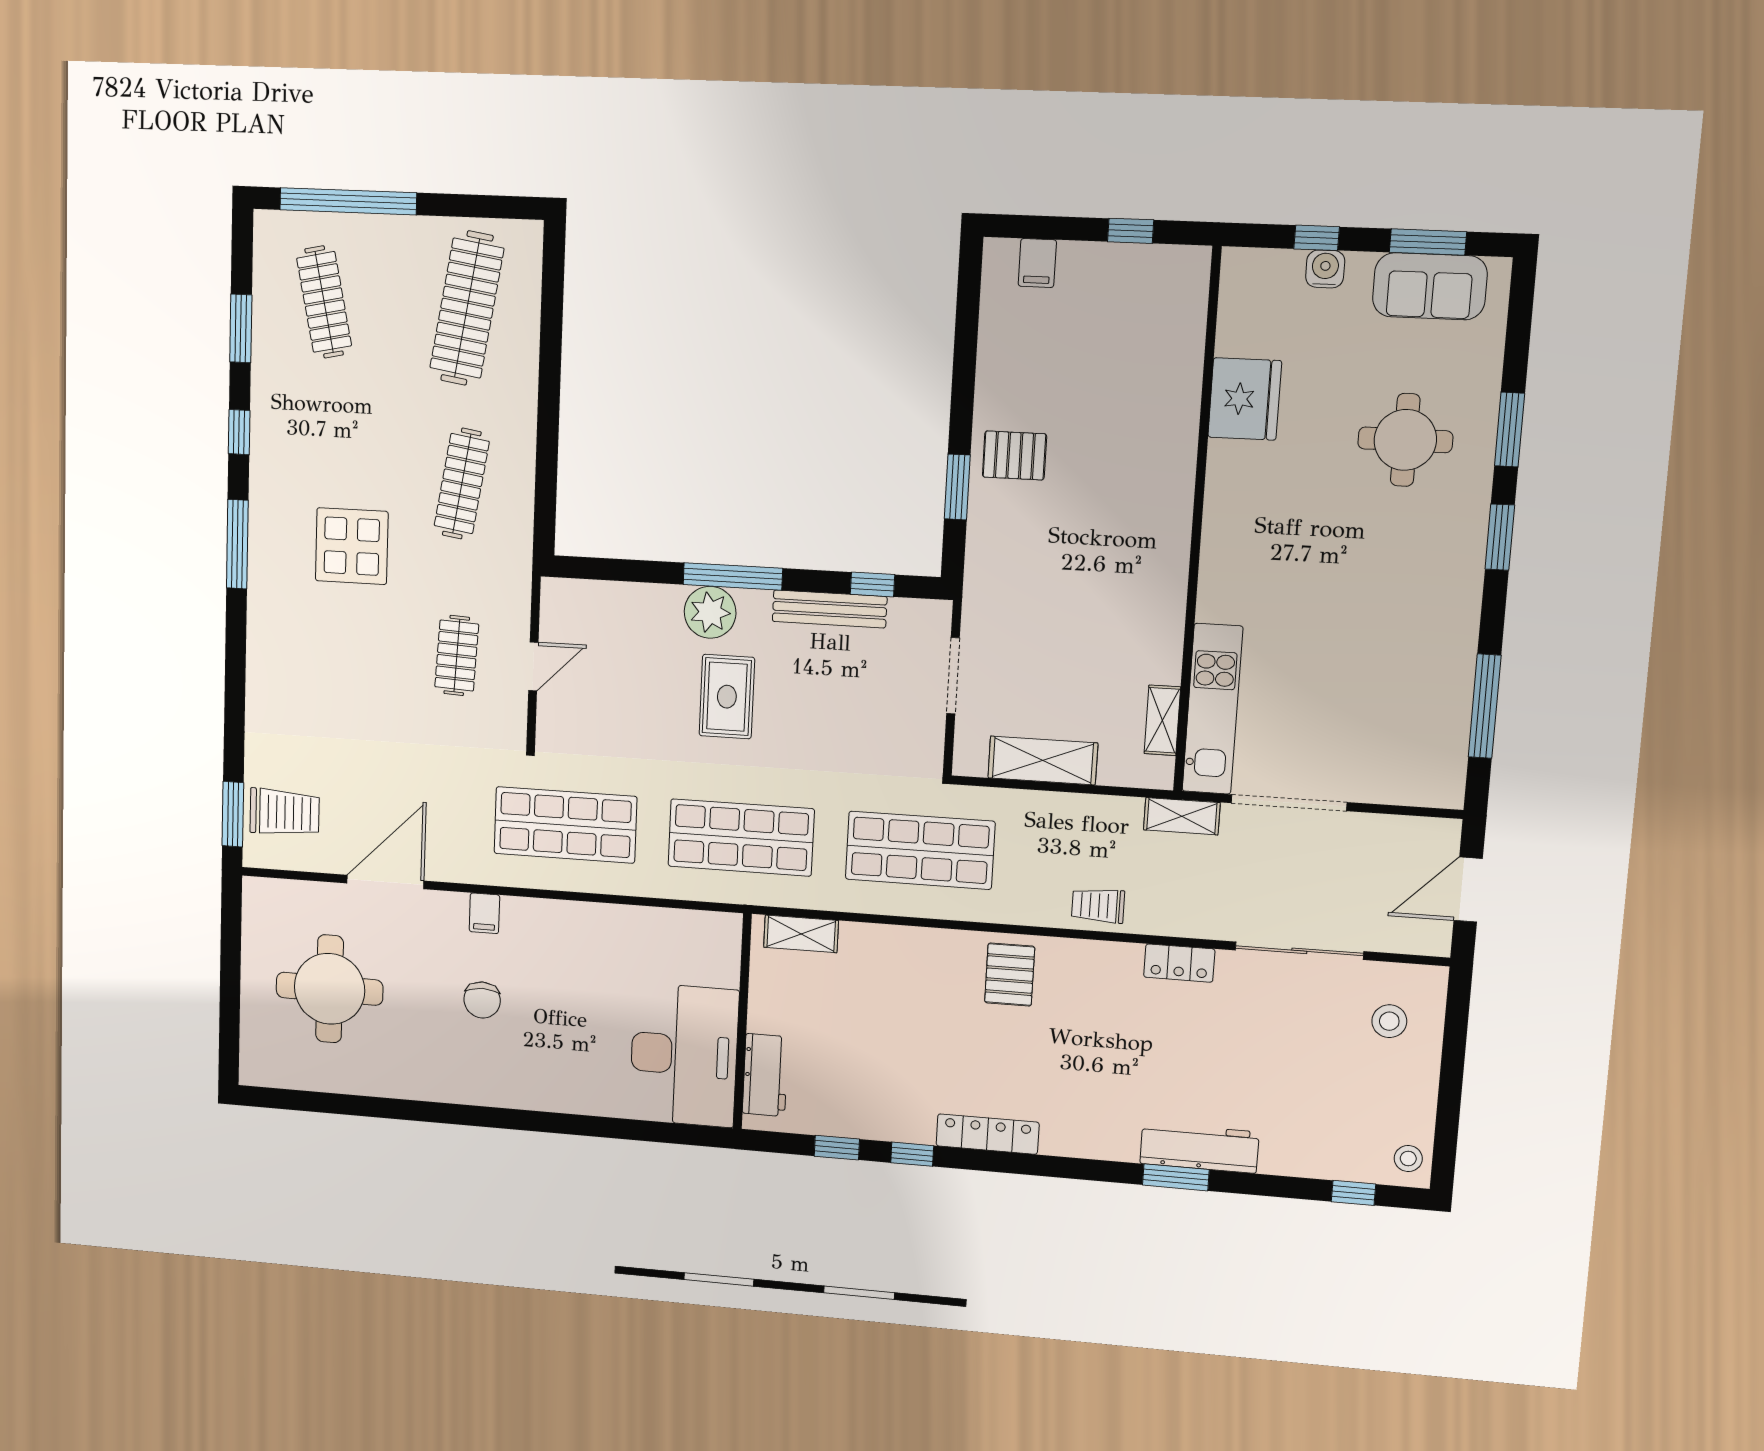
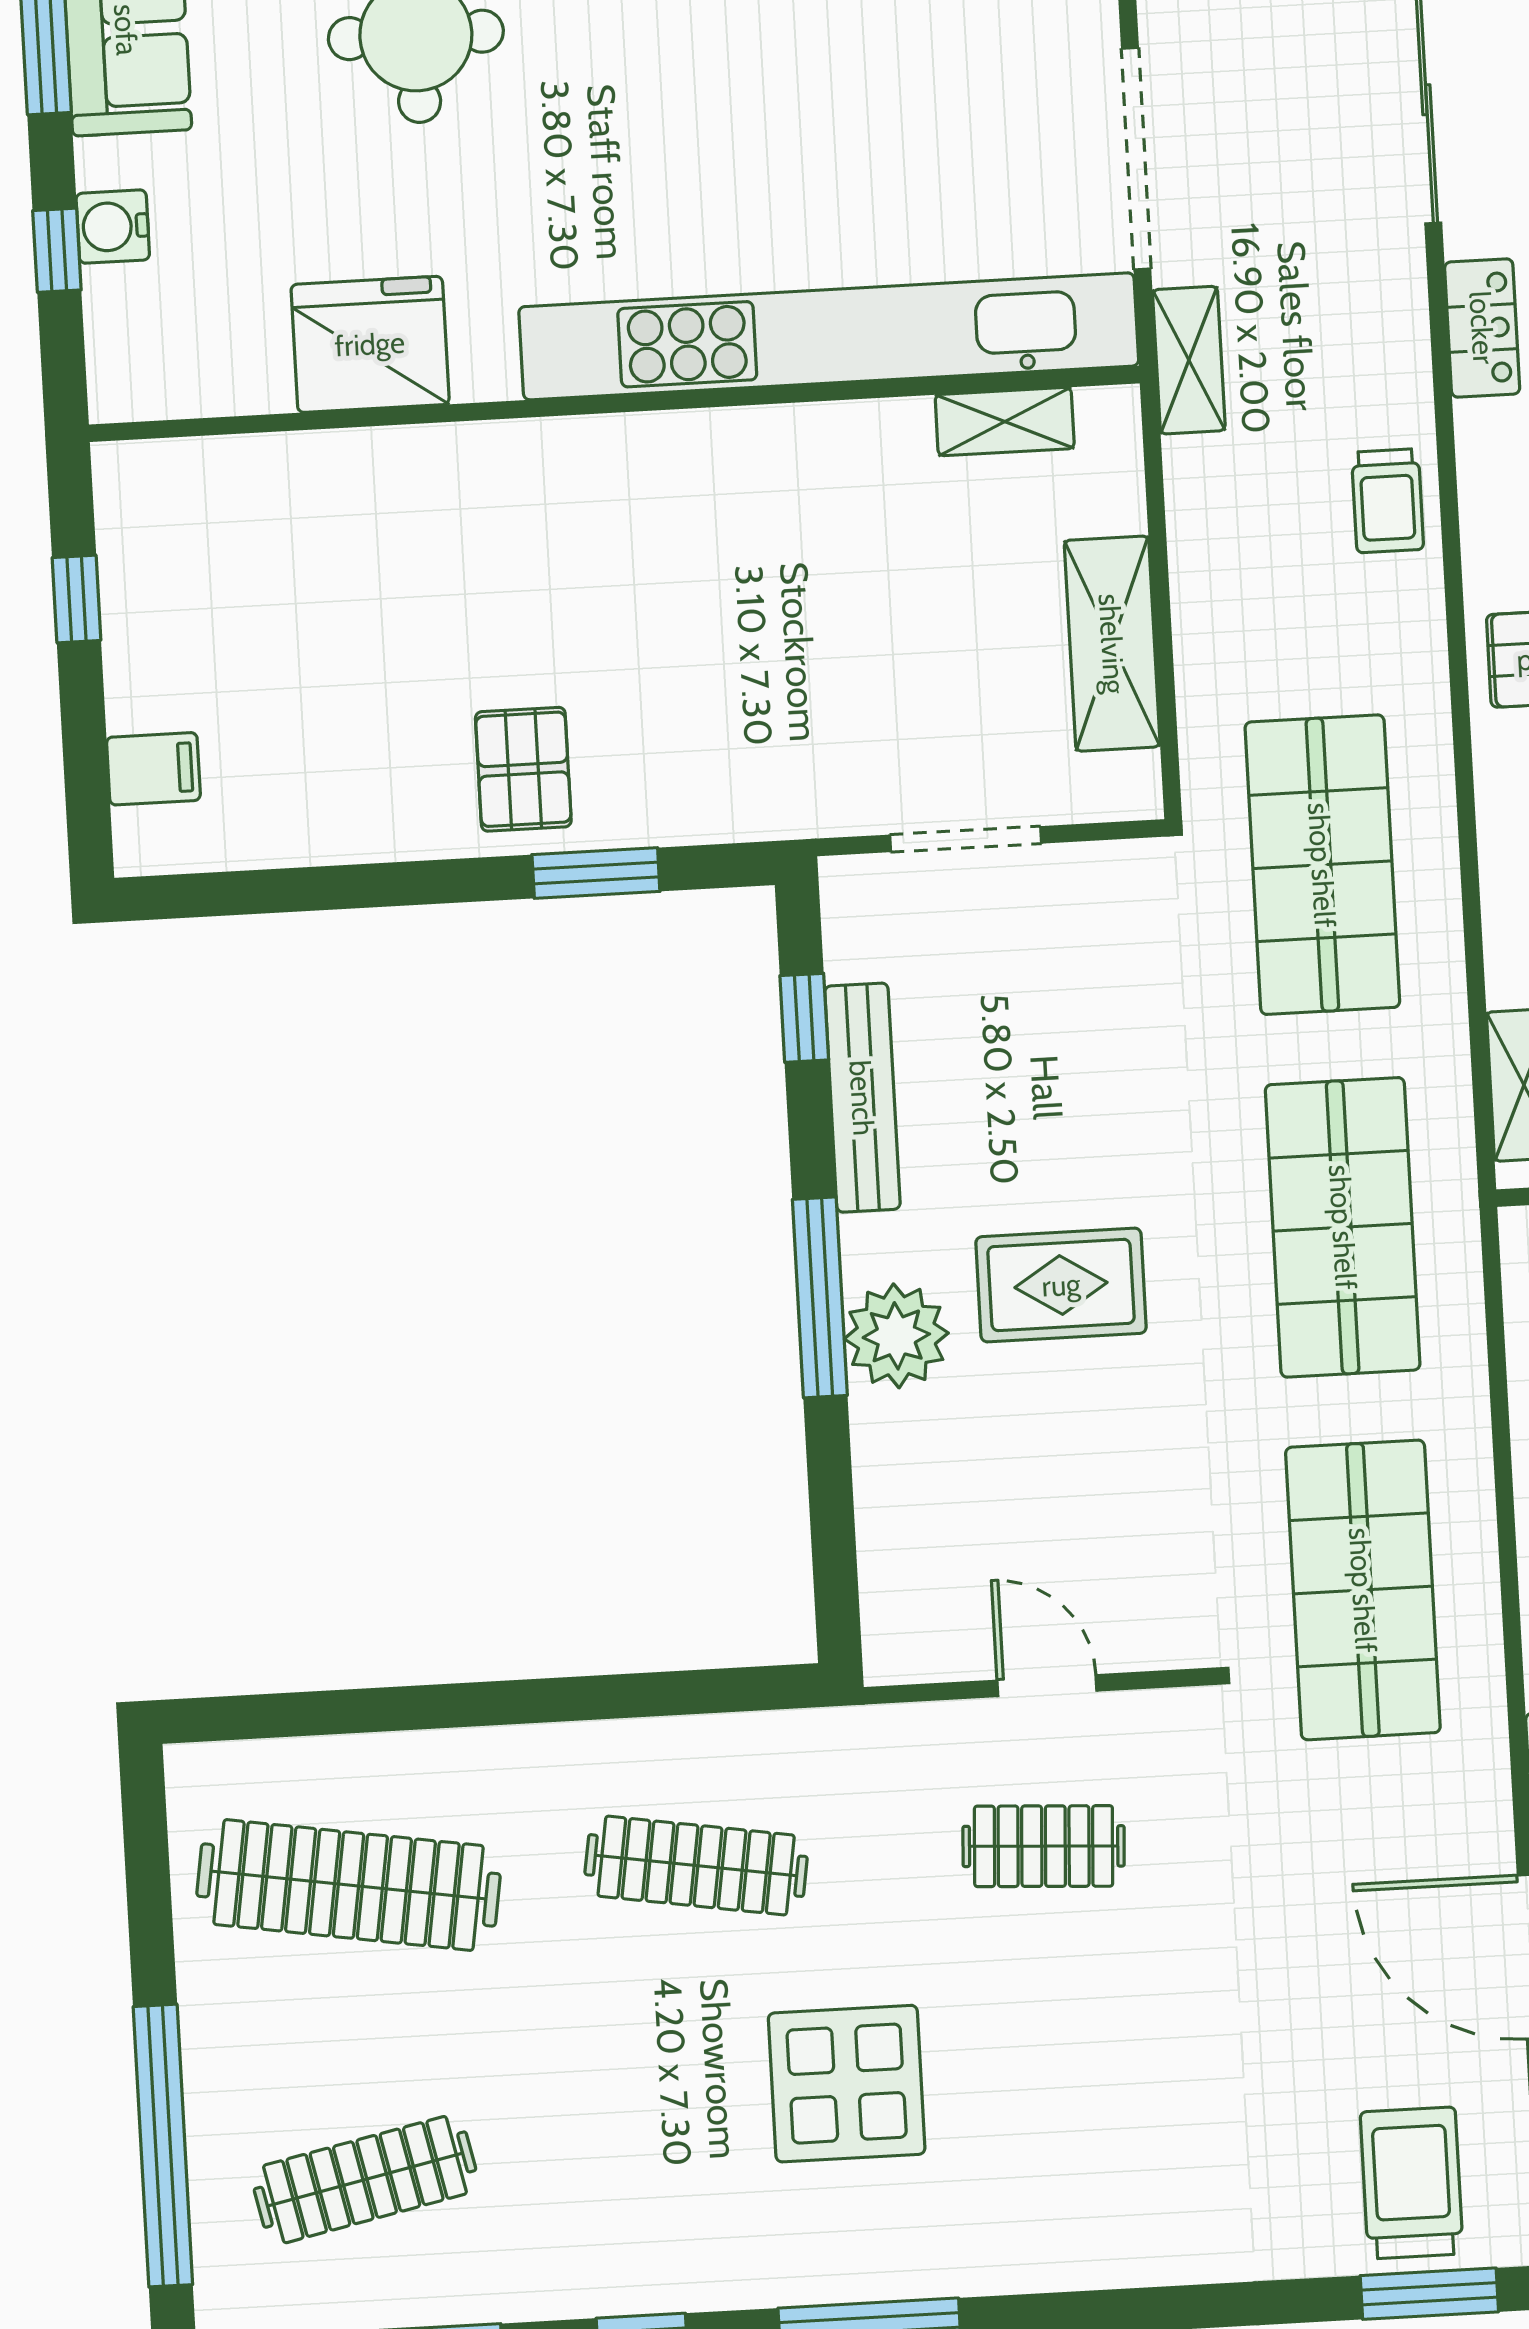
kitchen unit: (1212, 709) -> (829, 336), width x1.86

